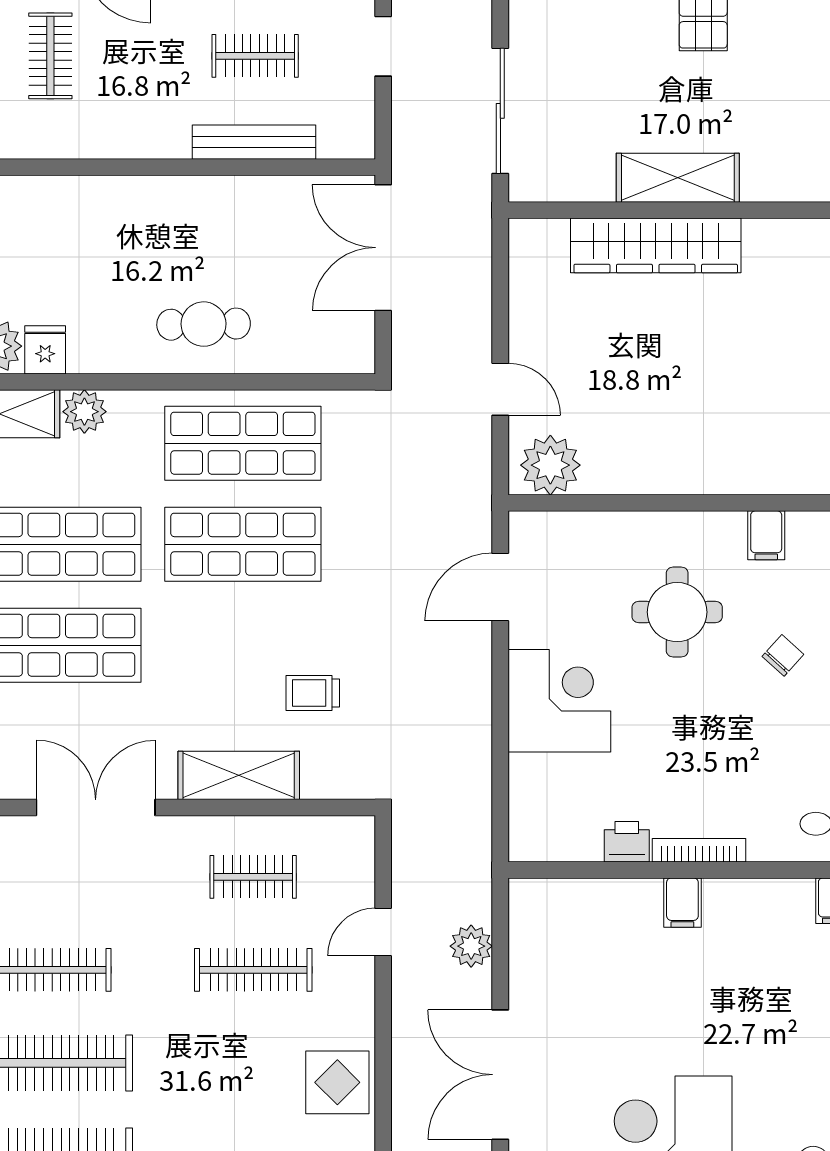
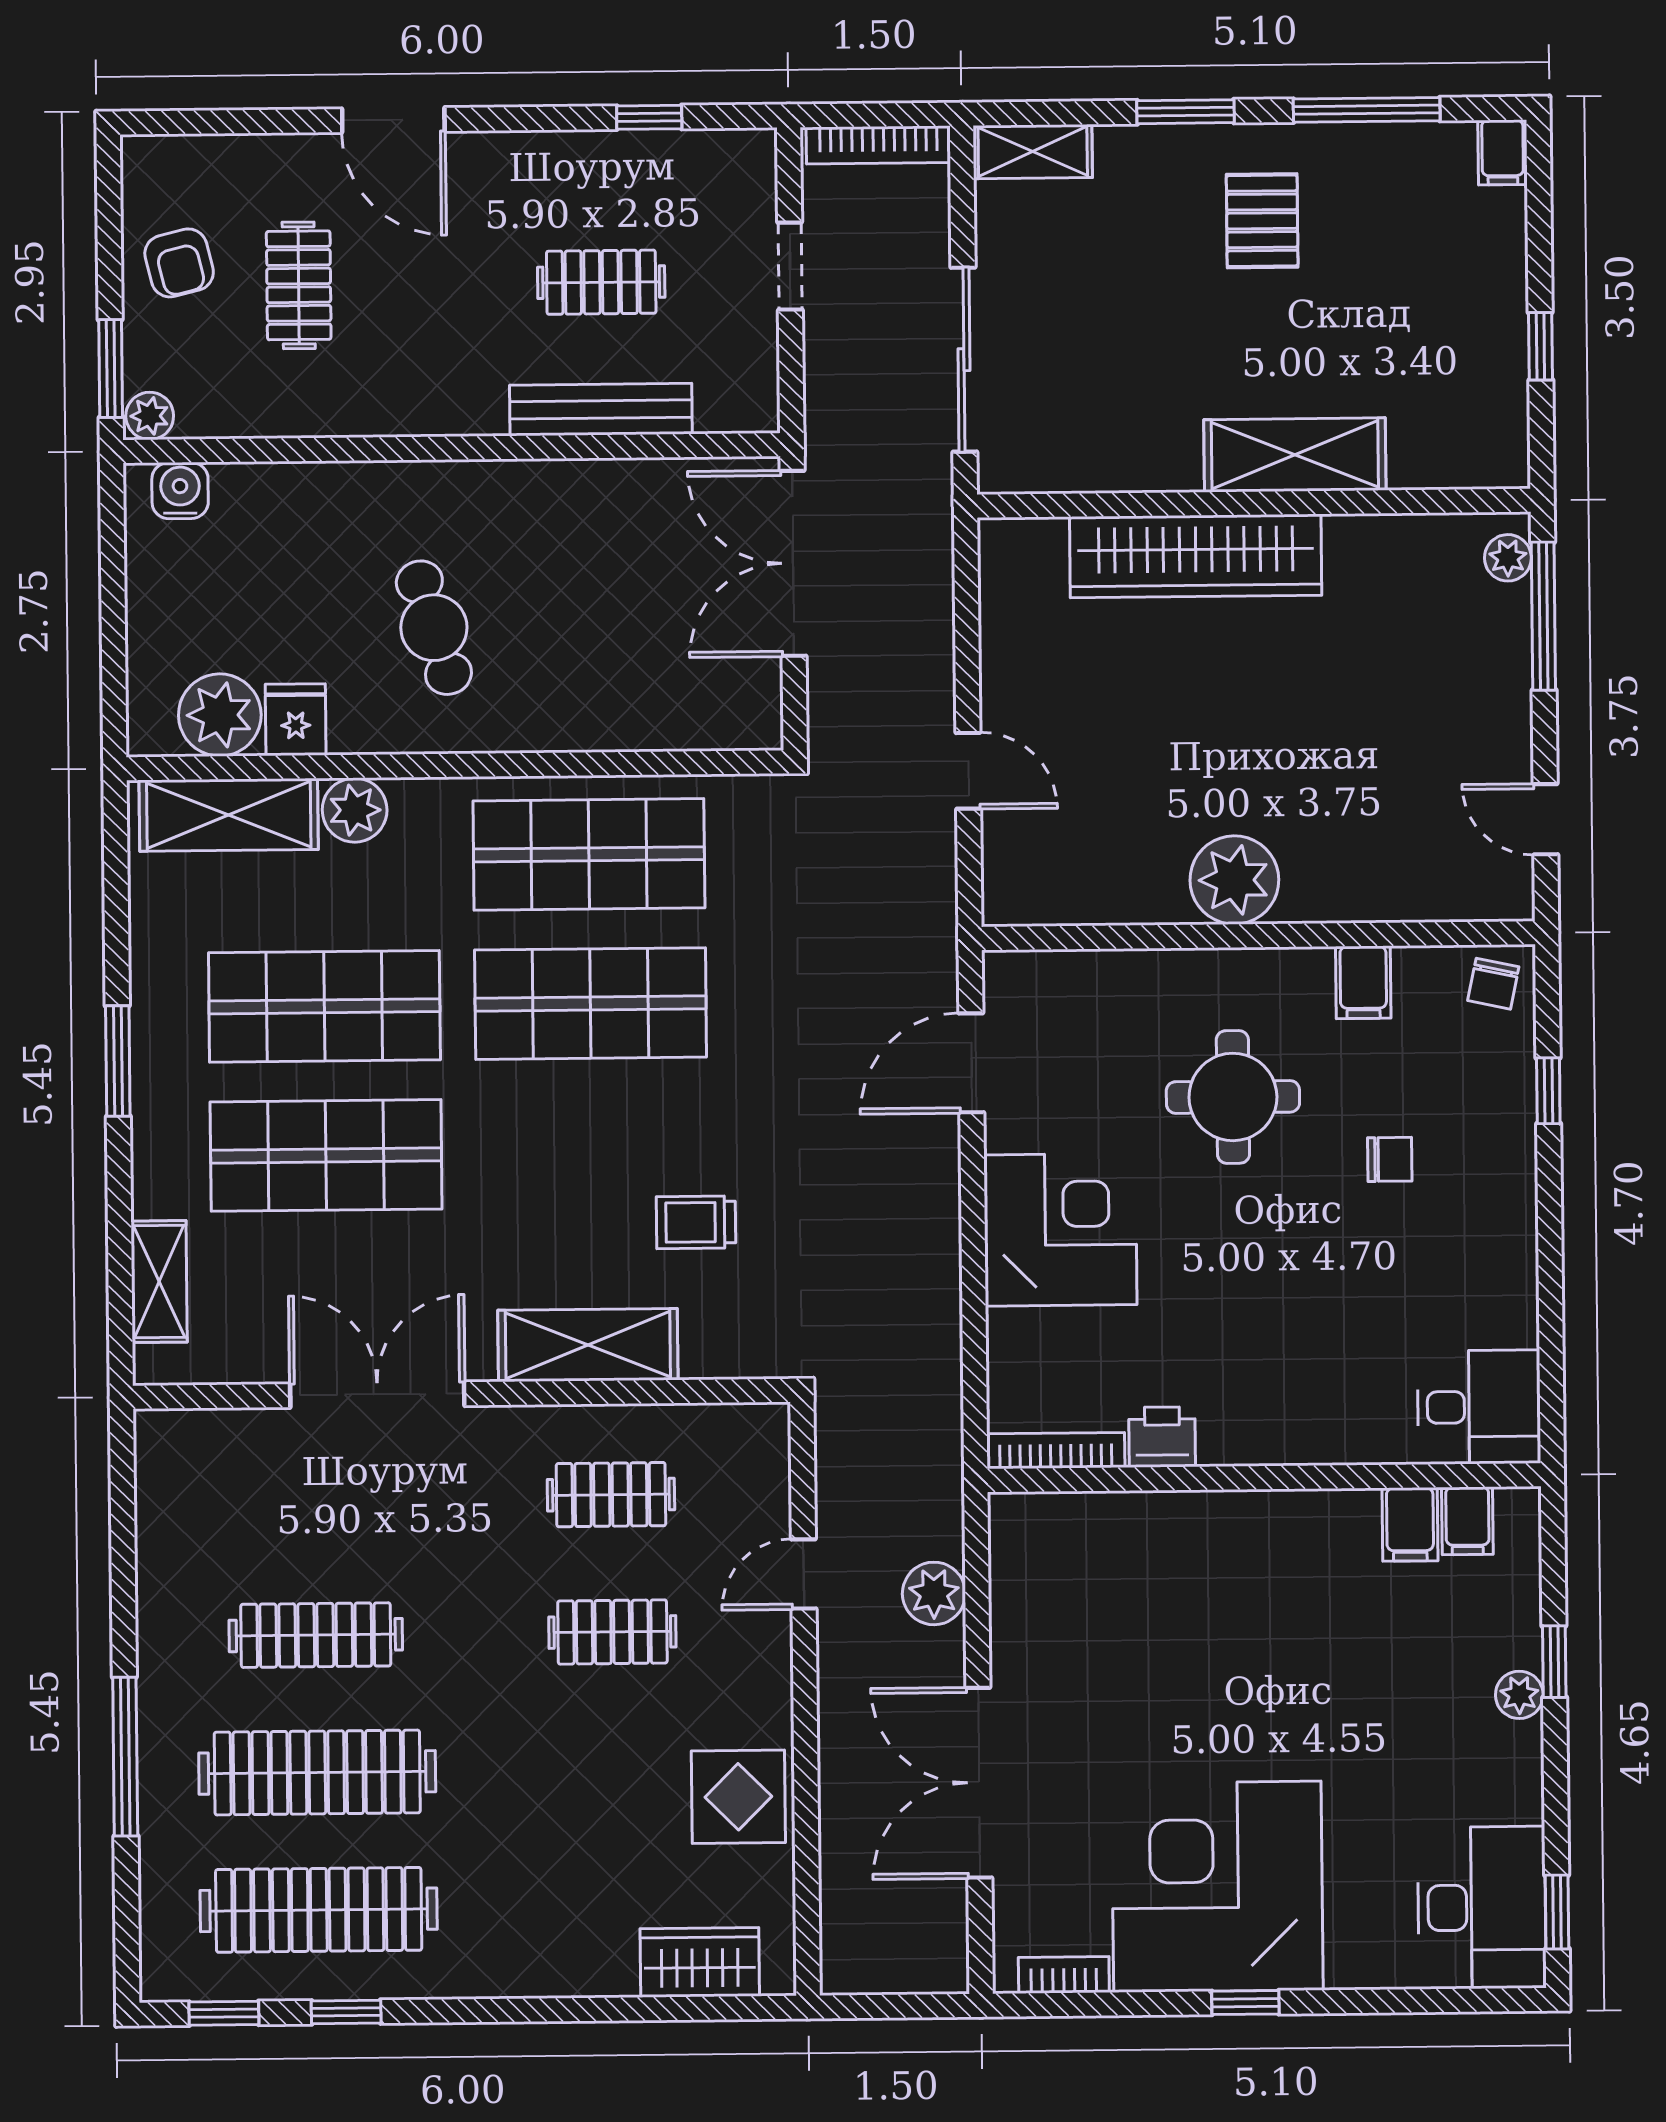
shelving: (678, 178) -> (1295, 455), moved
cafe table: (204, 324) -> (434, 628), moved, turned 74
plant: (550, 465) -> (1234, 880), moved
chair: (783, 655) -> (1390, 1159), turned 48
bookcase: (699, 850) -> (1056, 1451), moved
filing cabinet: (682, 903) -> (1410, 1524), moved
clothes rail: (253, 970) -> (612, 1632), width x0.73

